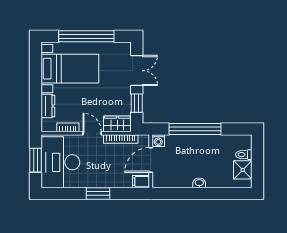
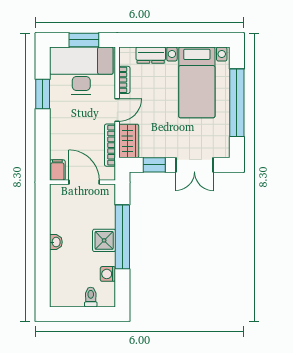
washing machine: (158, 141) -> (108, 274), moved
shower: (243, 170) -> (104, 240), moved
window: (98, 194) -> (43, 94), moved

